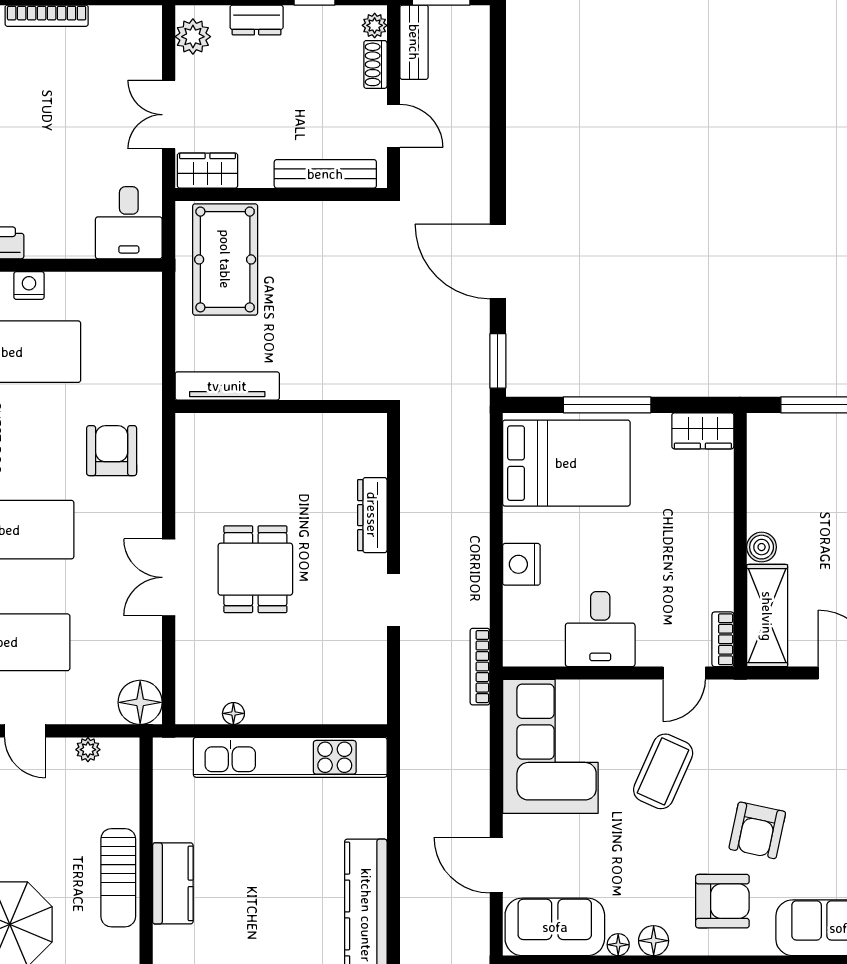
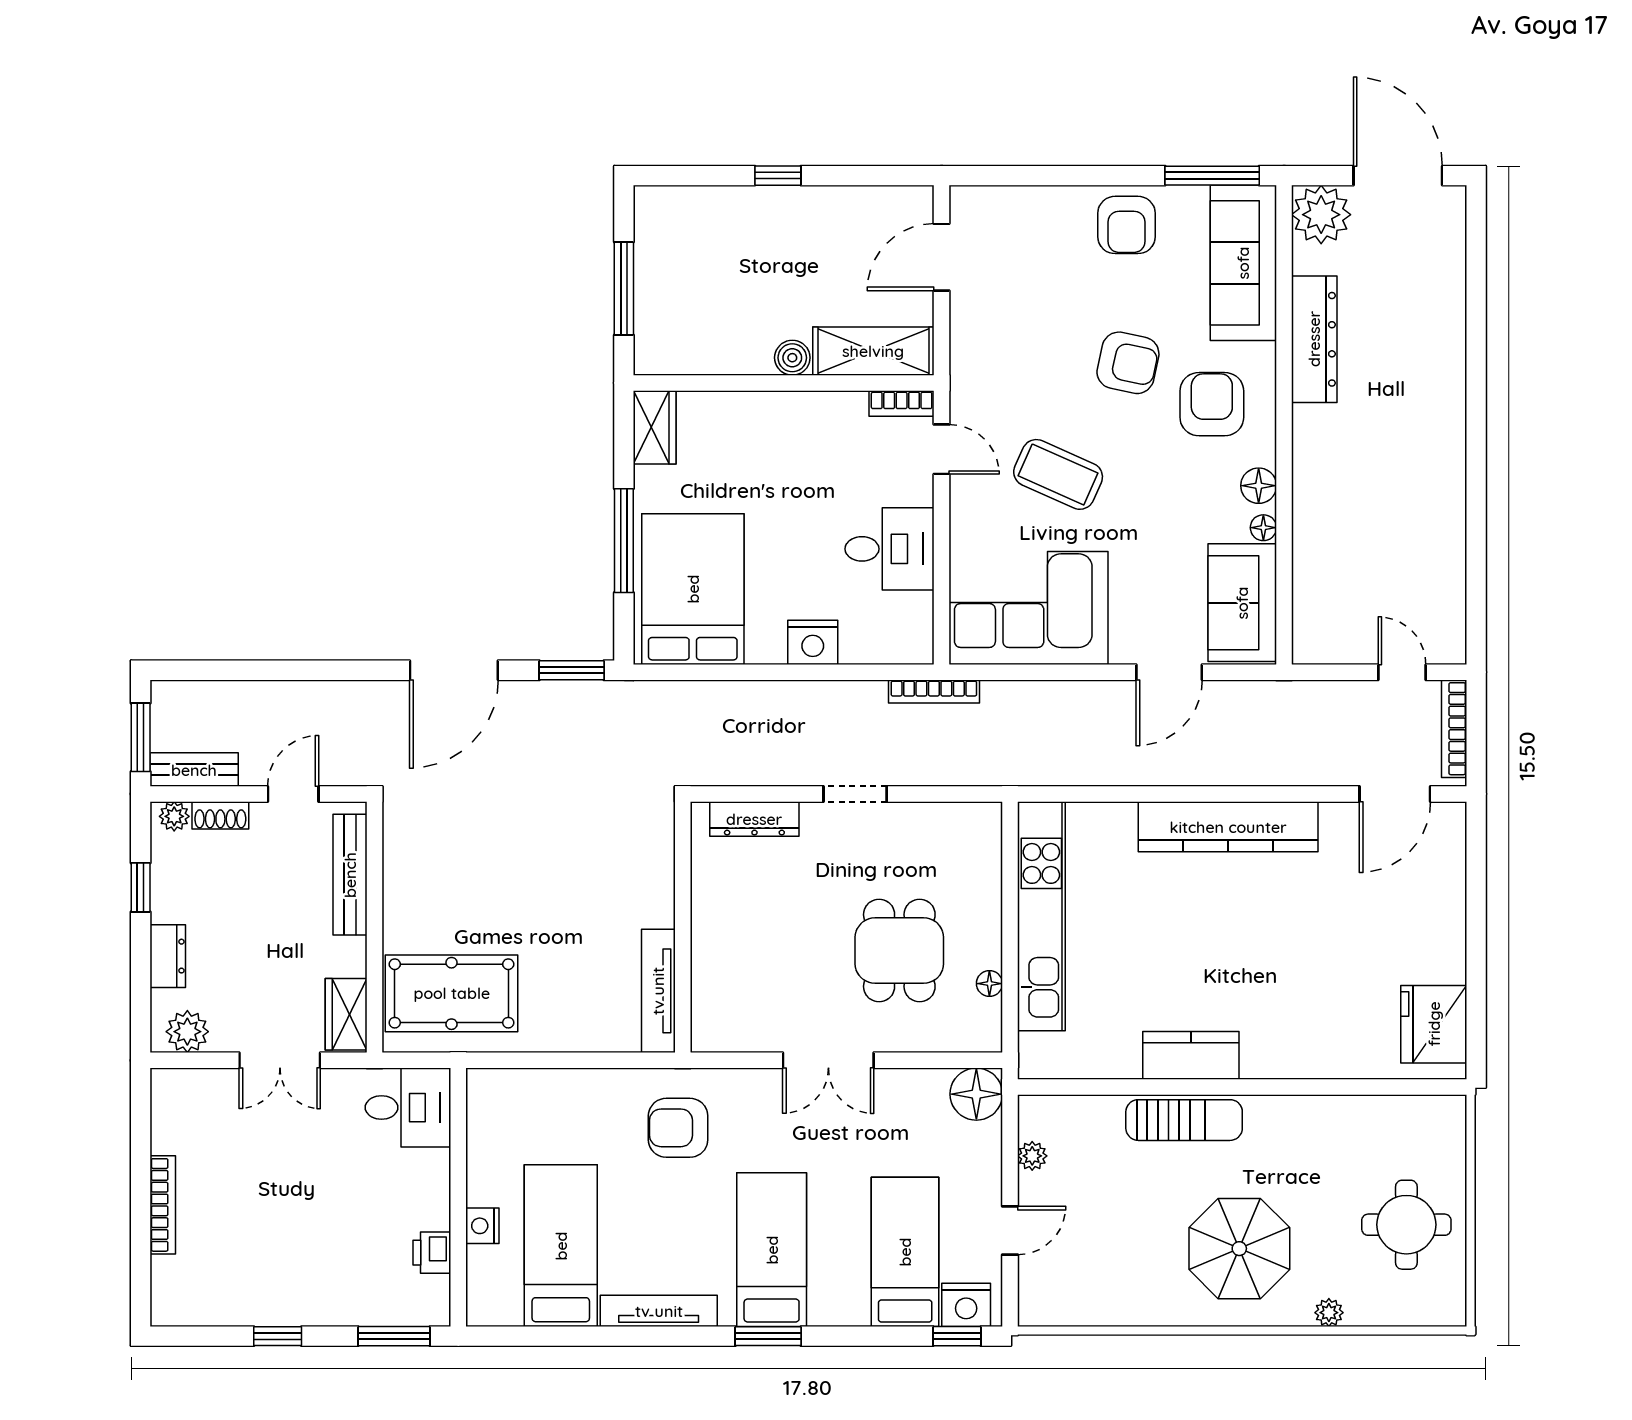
tv unit: (227, 386) -> (658, 991), moved
wall: (281, 406) -> (683, 927), moved
dining table: (255, 569) -> (899, 951), moved, turned 90

